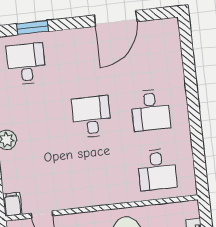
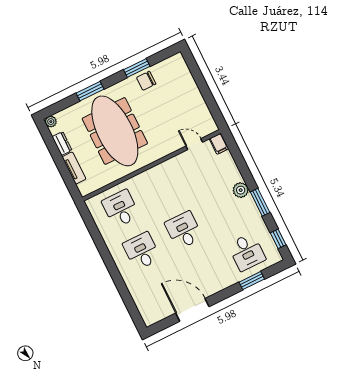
door: (116, 18) -> (192, 310), hinge flipped
desk: (92, 117) -> (184, 230), turned 180

